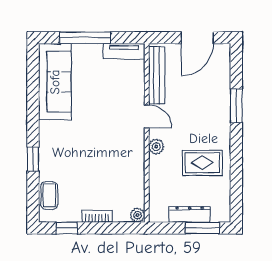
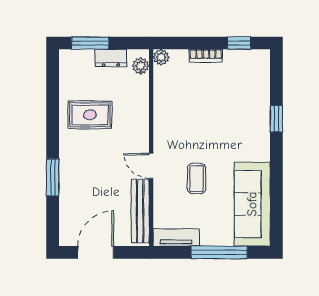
plant: (156, 147) -> (141, 66), moved
coffee table: (49, 196) -> (197, 179), moved
dresser: (190, 214) -> (111, 58), width x0.70

